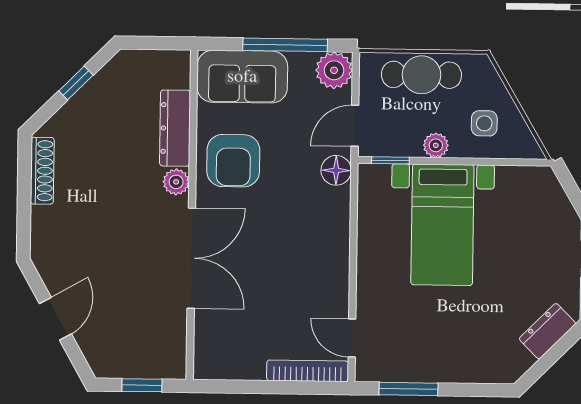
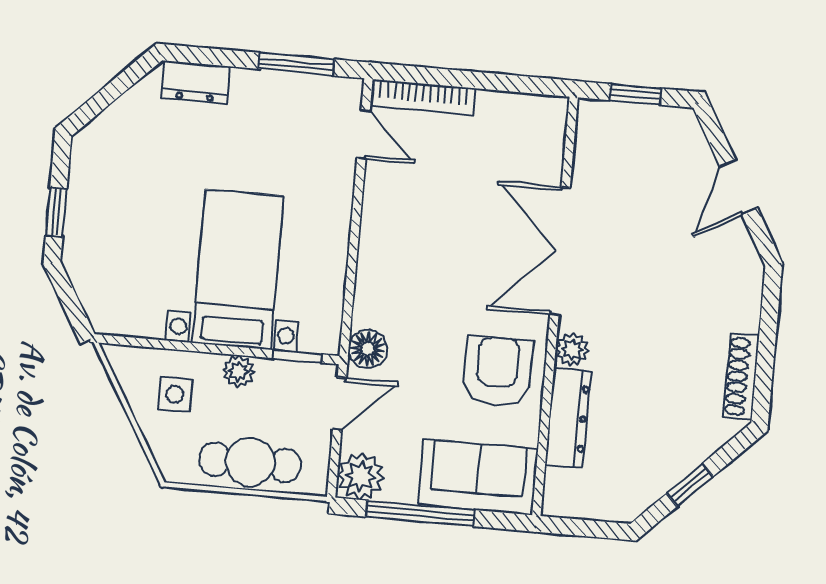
dresser: (547, 331) -> (196, 82), moved, turned 45

